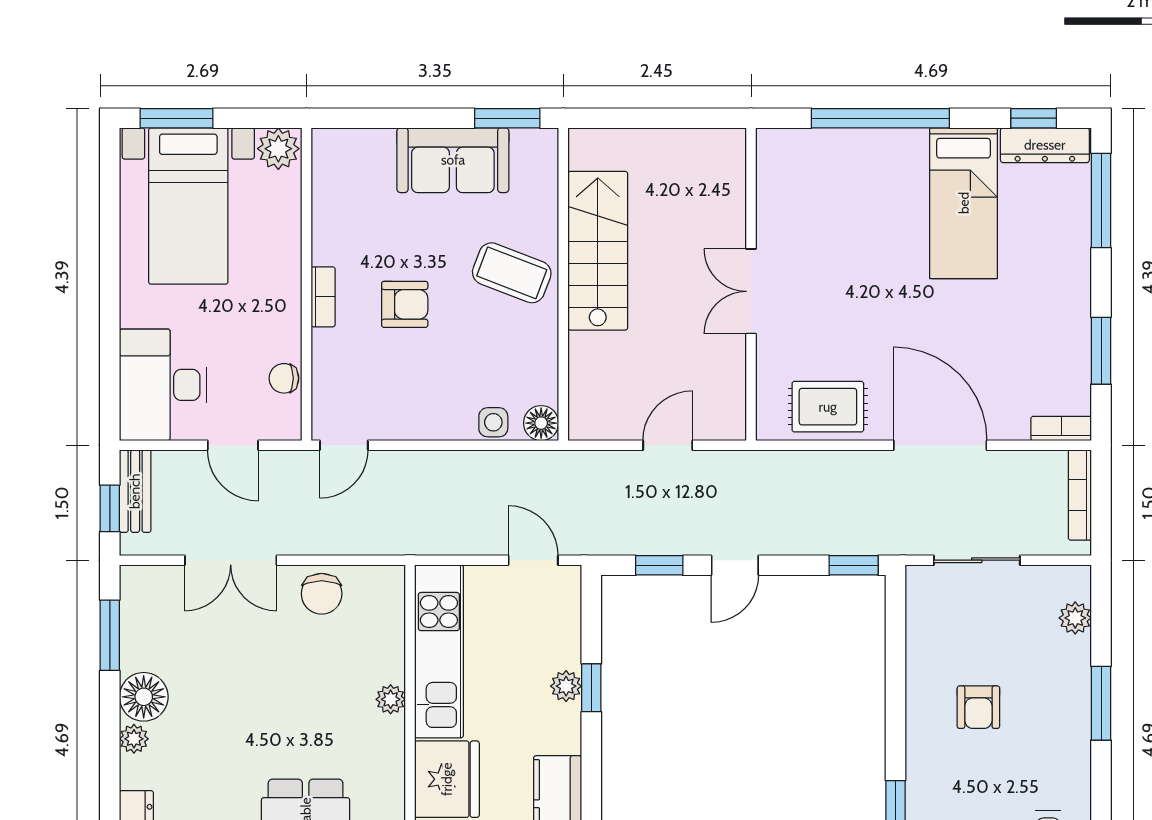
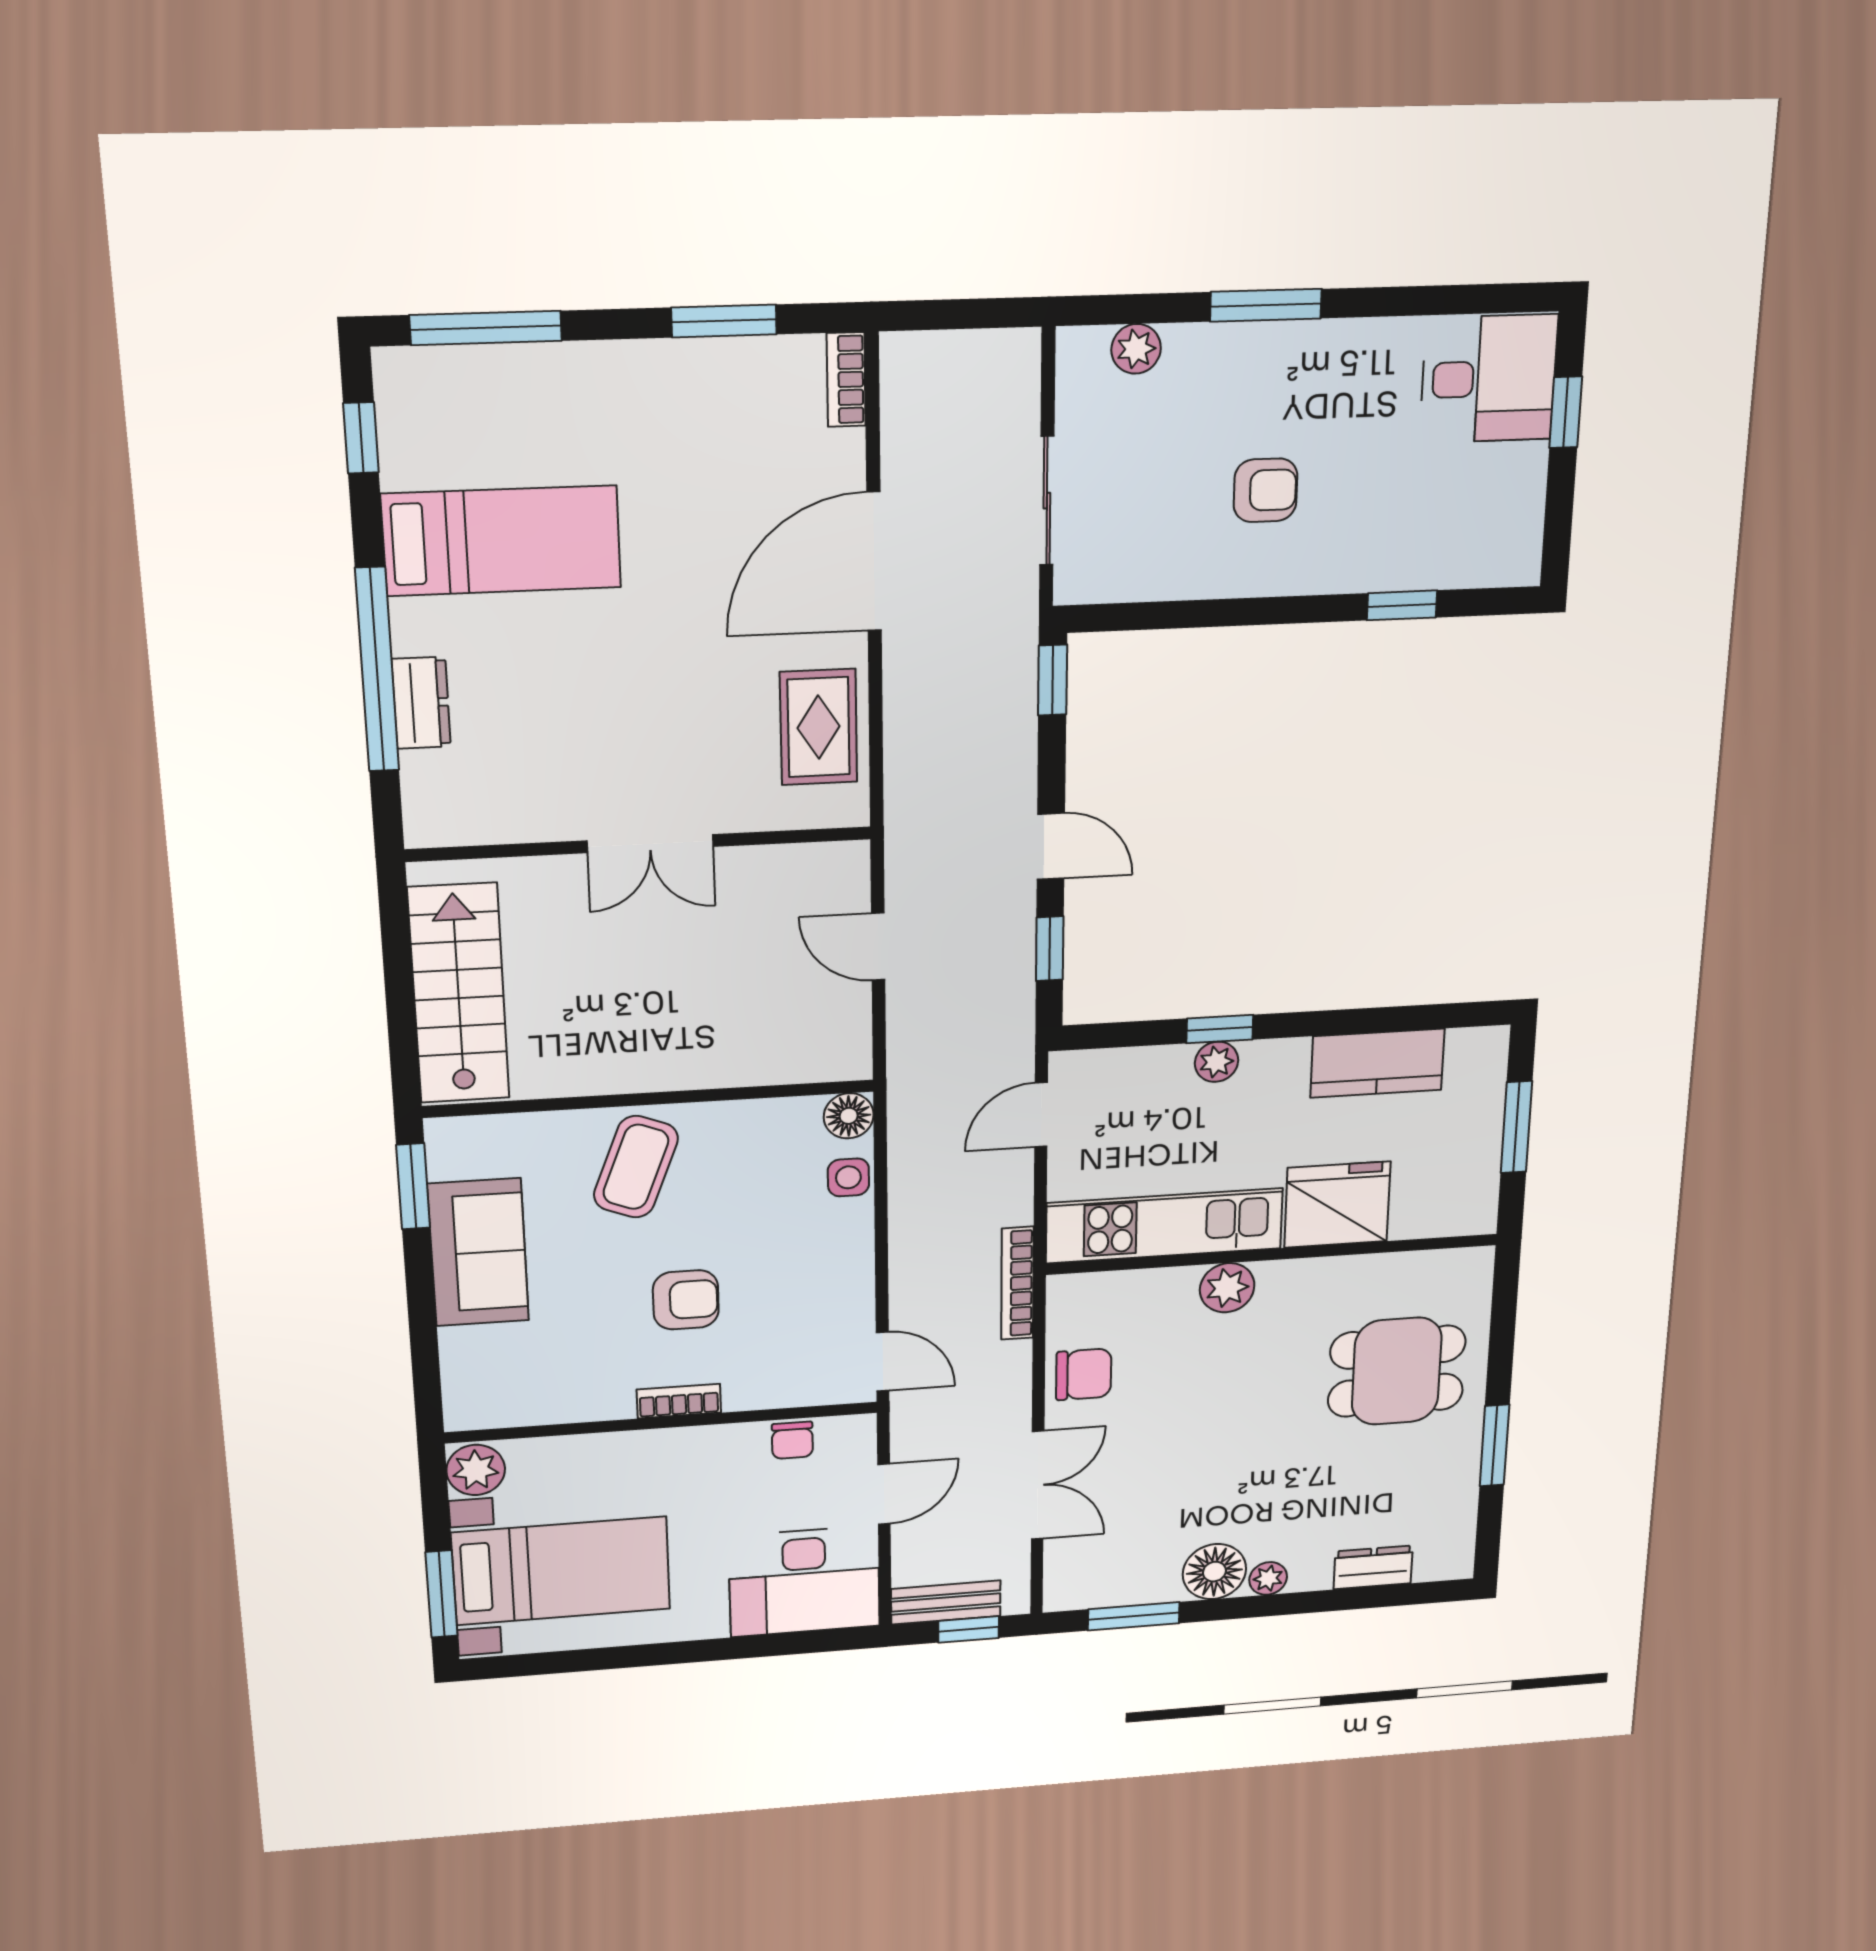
dresser: (1045, 145) -> (421, 703), moved, width x0.70
stairs: (598, 251) -> (459, 994), moved, turned 90
armchair: (405, 304) -> (686, 1300), turned 90
bookcase: (1080, 495) -> (1017, 1283), moved, turned 90
plant: (391, 699) -> (1227, 1288), width x1.38, depth x1.38

